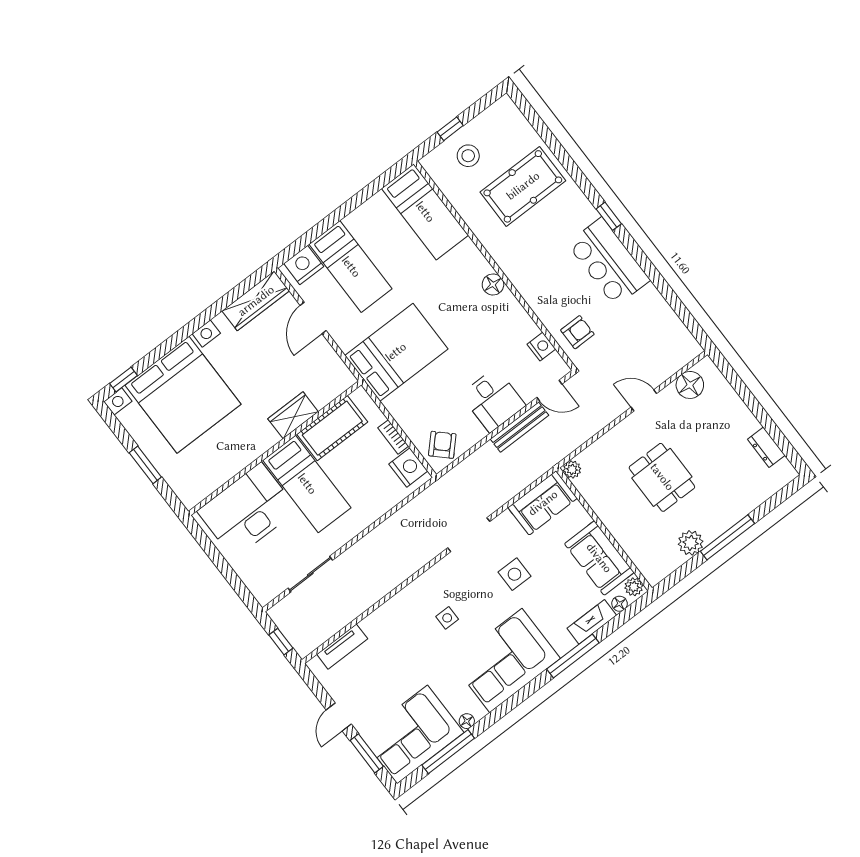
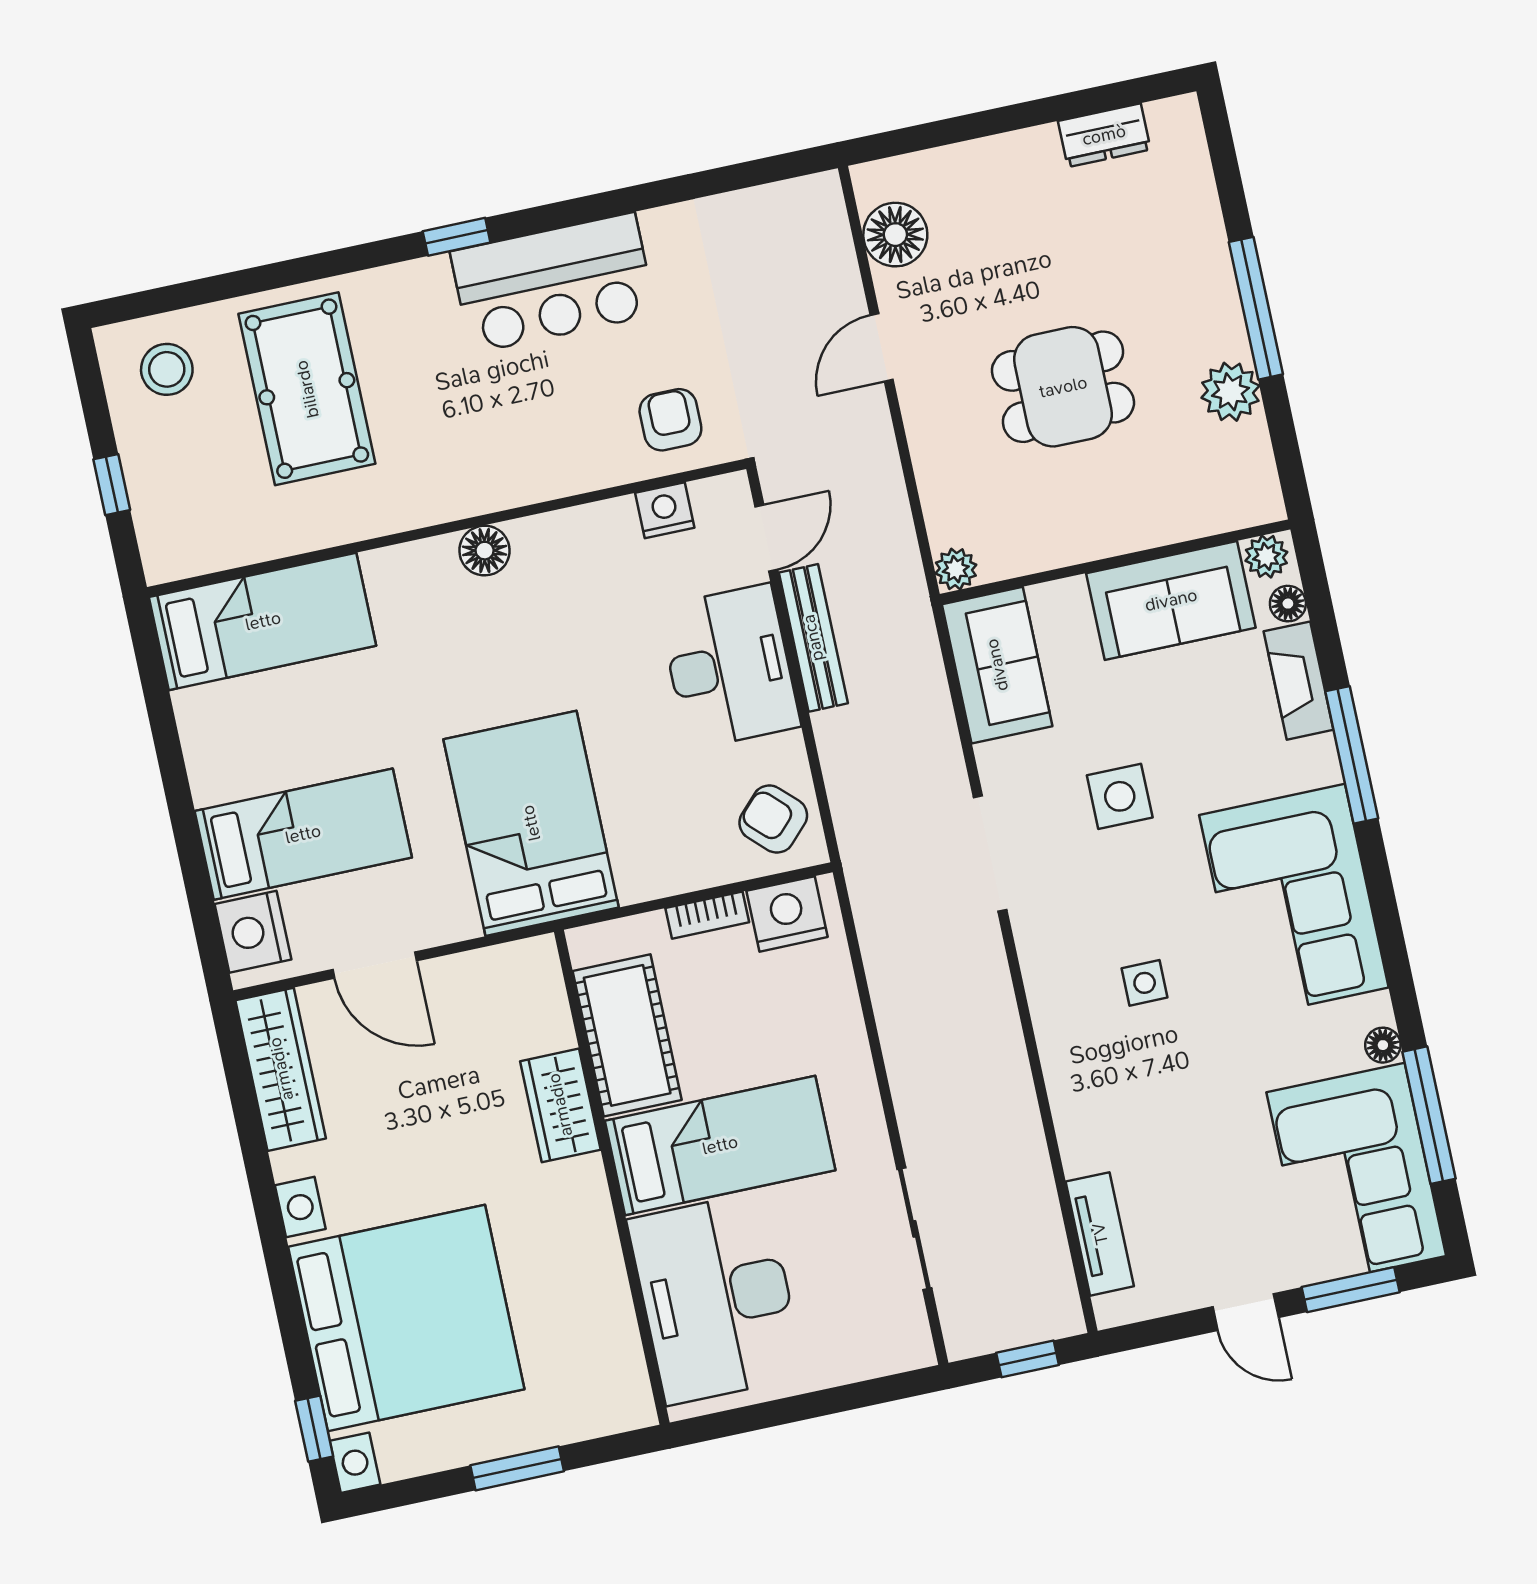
stool: (468, 156) -> (167, 369), moved
desk: (493, 400) -> (729, 667), width x1.37

